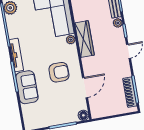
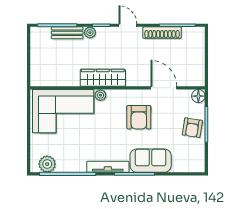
armchair: (59, 72) -> (139, 117), turned 180
shoe rack: (130, 92) -> (162, 33), moved
armchair: (58, 115) -> (192, 128), added

